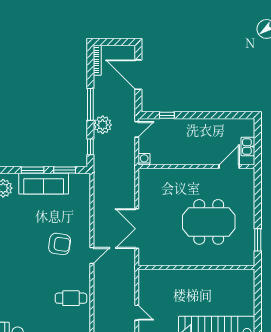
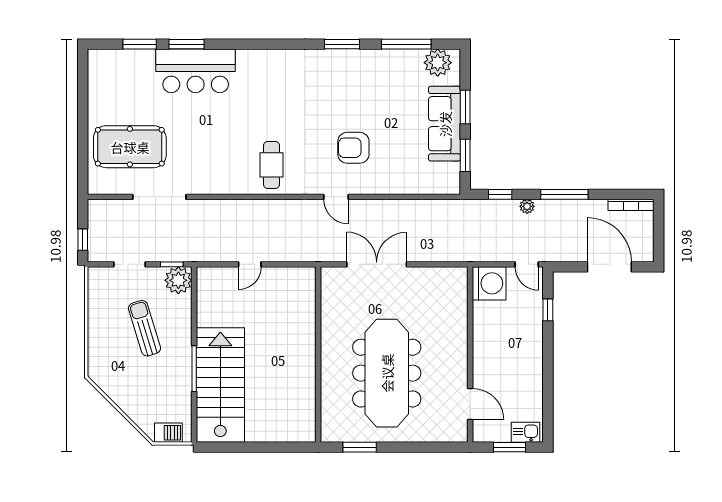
door: (138, 75) -> (609, 267), hinge flipped
plant: (103, 125) -> (527, 206), width x0.53, depth x0.53
window: (258, 141) -> (509, 447), added
kitchen sink: (248, 146) -> (525, 432), moved
washing machine: (144, 159) -> (489, 283), width x1.89, depth x1.89
meeting table: (209, 222) -> (387, 373), width x1.36
armchair: (60, 244) -> (353, 148), turned 82

